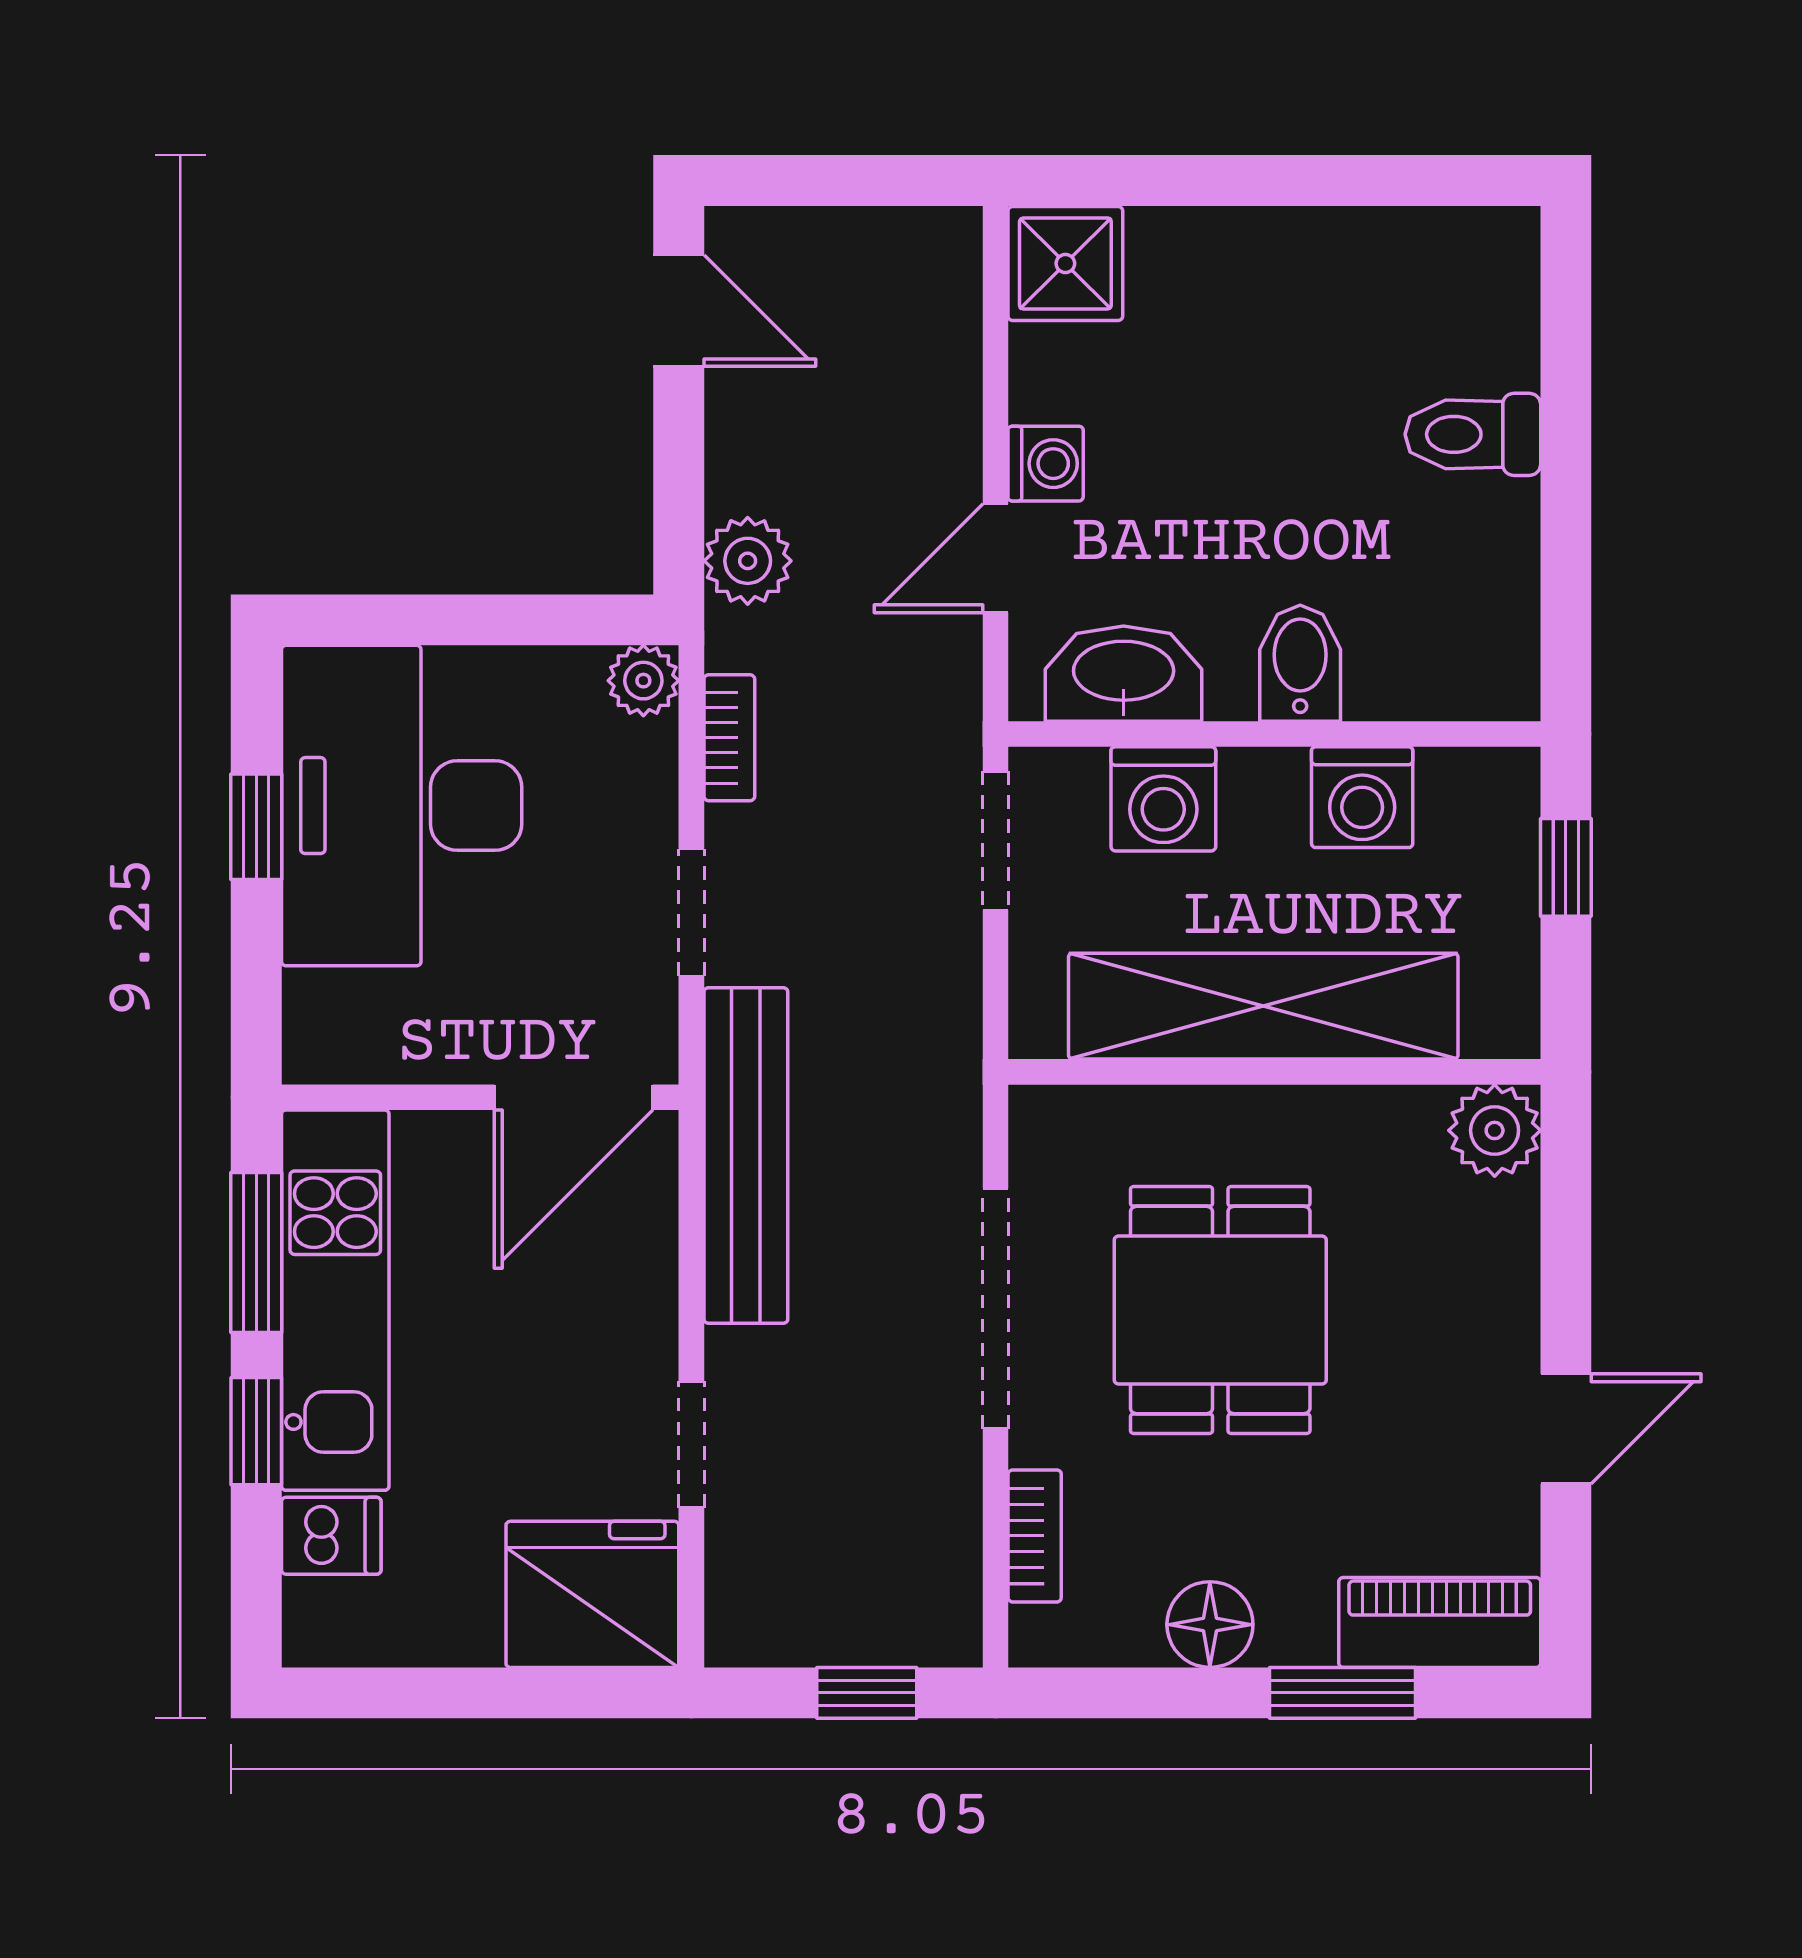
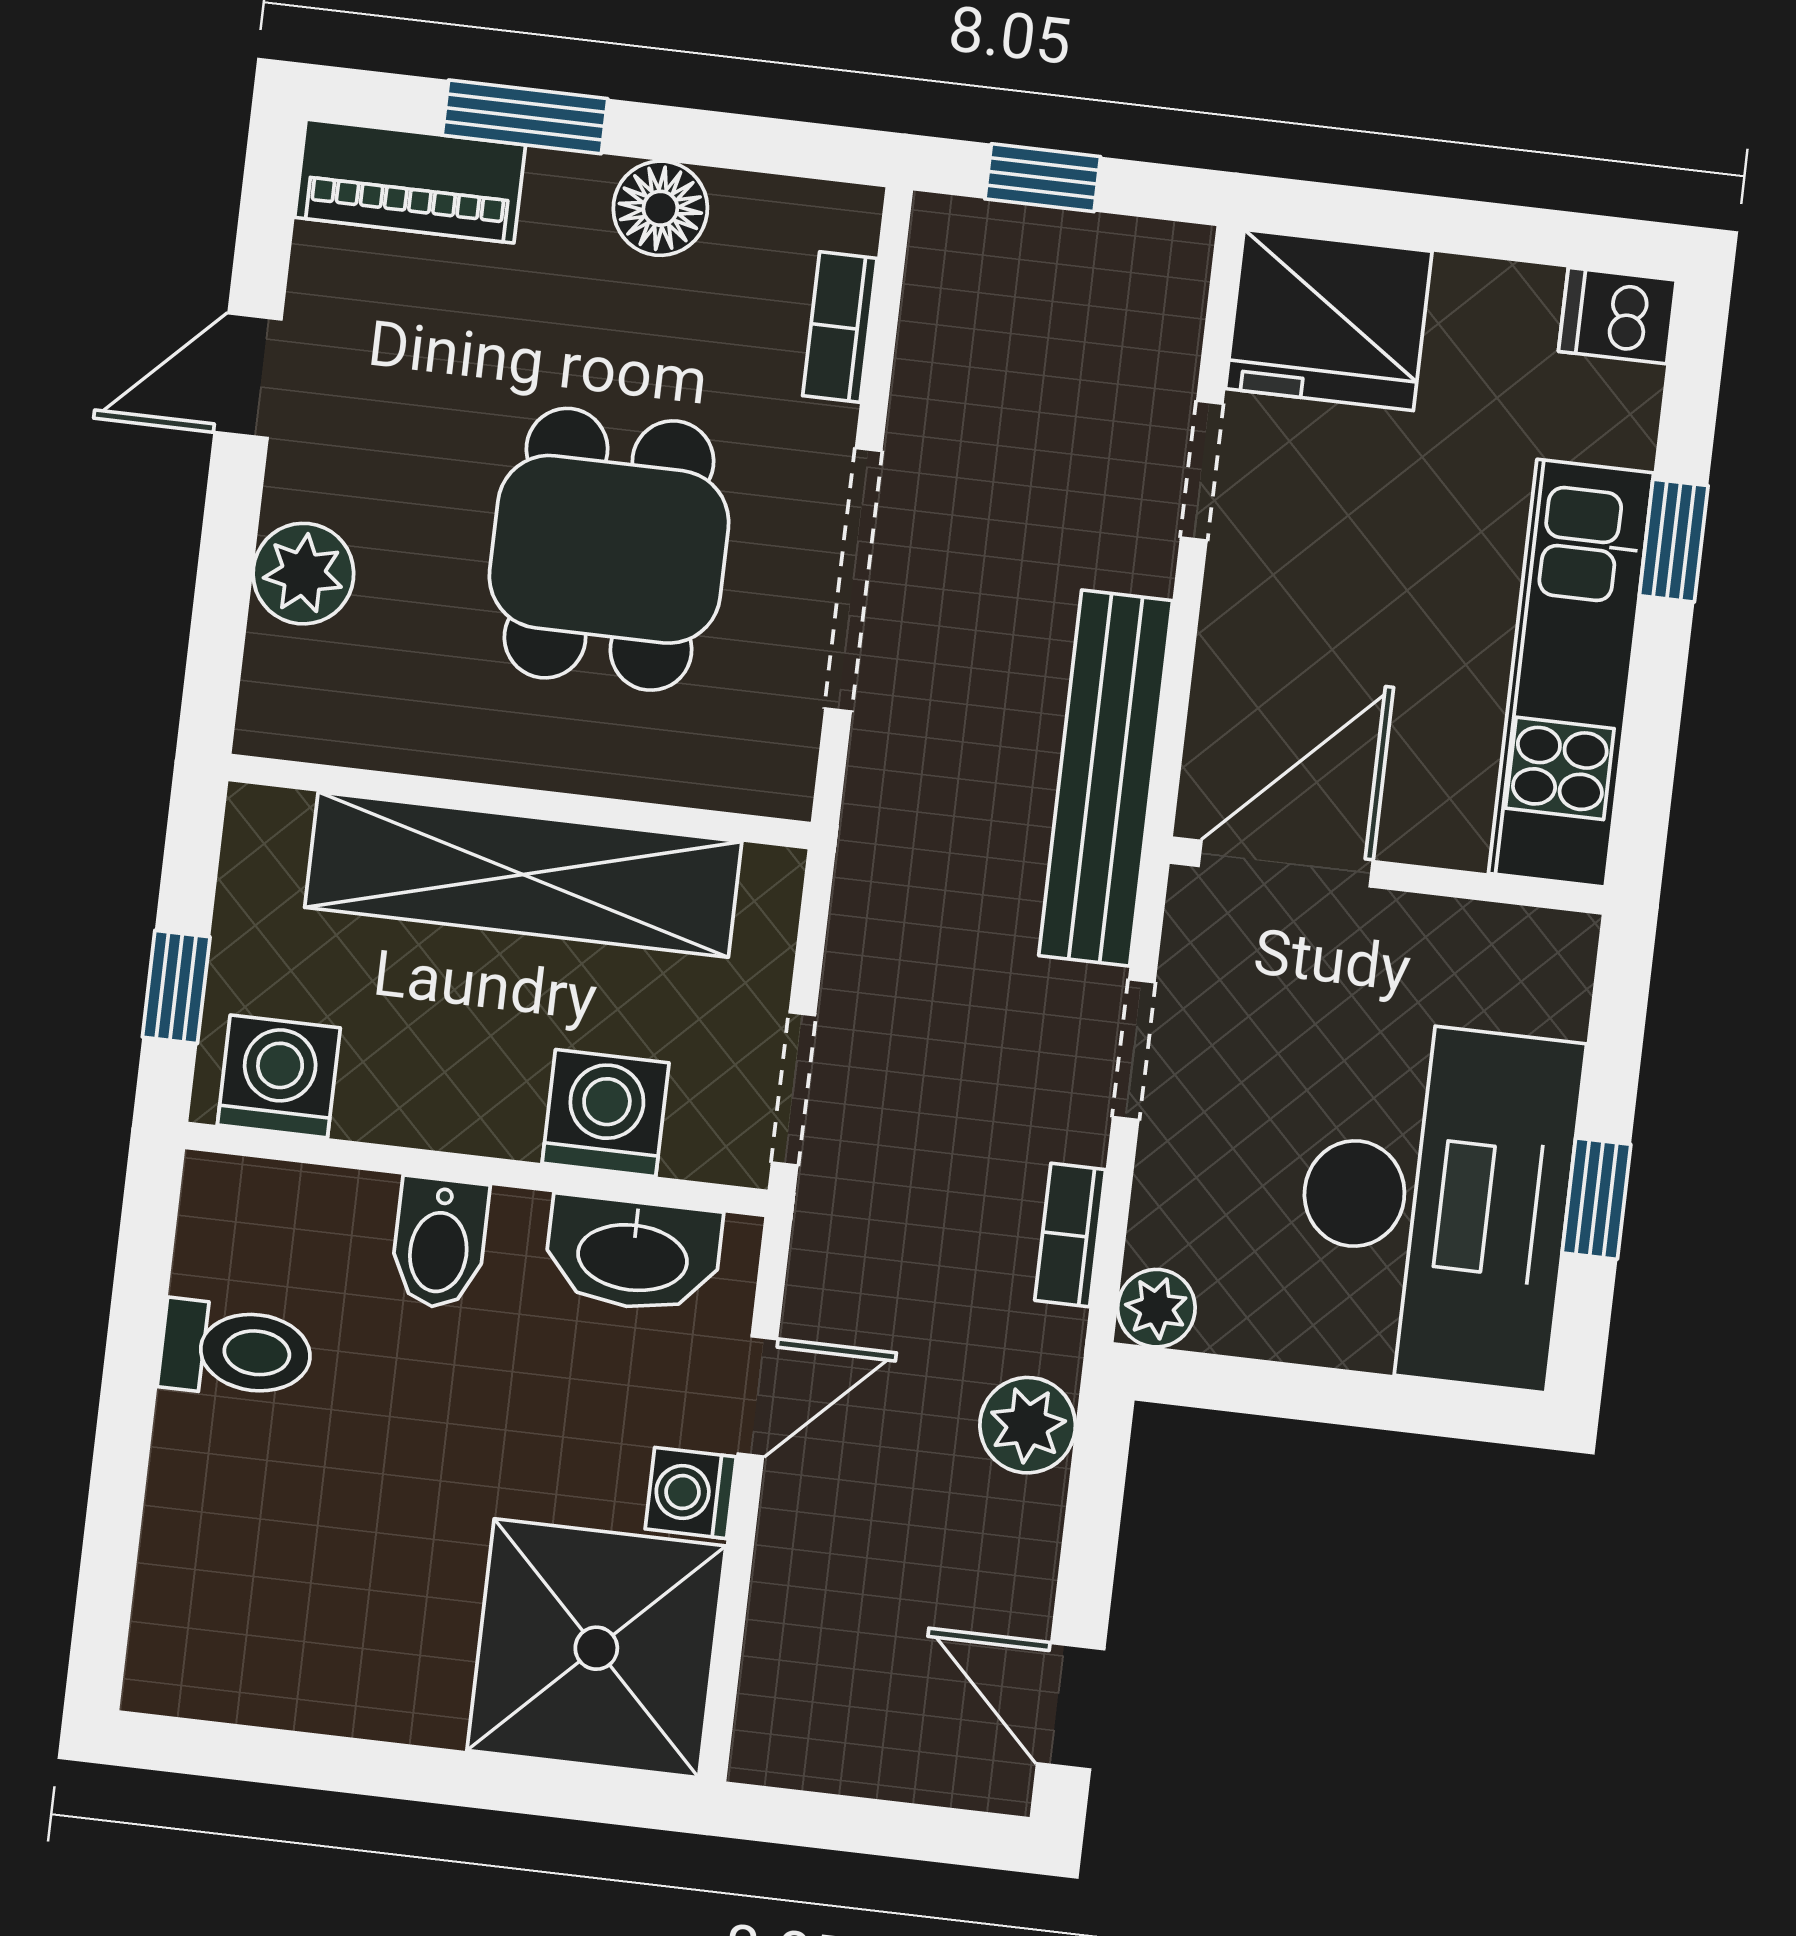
shower: (1065, 263) -> (596, 1648), width x1.86, depth x1.86
toilet: (1473, 434) -> (236, 1350), moved
washing machine: (1362, 797) -> (279, 1076), moved
plant: (1495, 1130) -> (303, 574), moved
window: (256, 1252) -> (1651, 735), removed
dishwasher: (331, 1536) -> (1617, 316), moved

